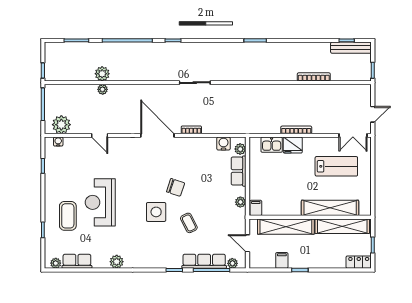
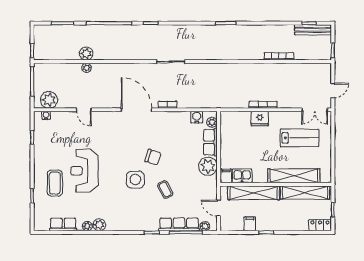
kitchen sink: (272, 145) -> (242, 176), moved, turned 180
plant: (240, 202) -> (208, 166), width x1.87, depth x1.87
plant: (56, 263) -> (87, 226), moved

